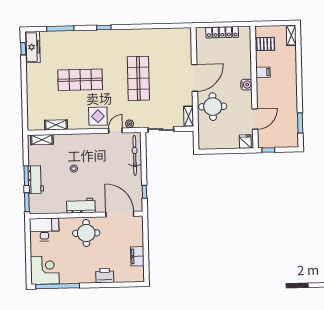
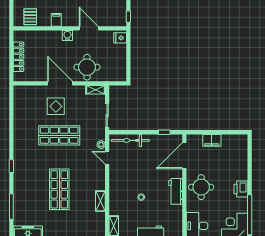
display table: (98, 116) -> (56, 106), moved
door: (255, 119) -> (89, 28), moved
shelving: (56, 125) -> (100, 201), moved
filing cabinet: (137, 256) -> (212, 140), moved
printer: (105, 276) -> (241, 189), moved

